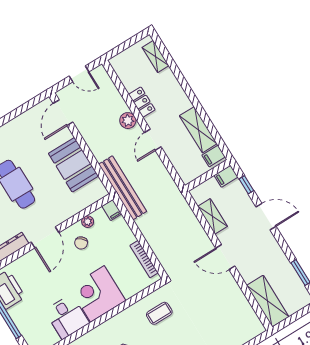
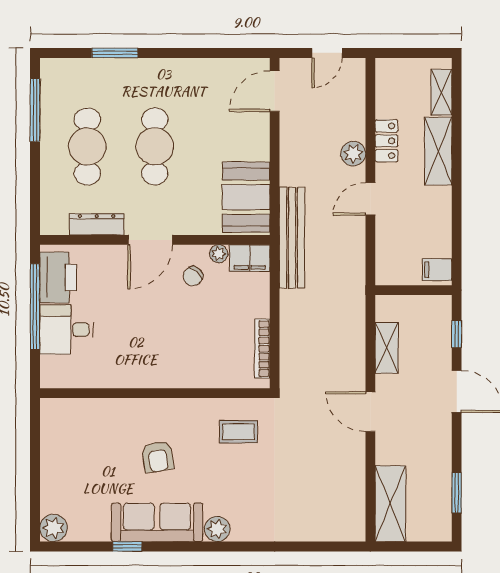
door: (79, 74) -> (327, 53), hinge flipped
shelving: (198, 130) -> (438, 151), moved
booth: (73, 165) -> (246, 197), moved
filing cabinet: (226, 176) -> (437, 306), removed
filing cabinet: (112, 210) -> (250, 258), width x2.00
corner desk: (97, 294) -> (173, 356), removed
desk: (67, 317) -> (67, 330), moved, turned 90

